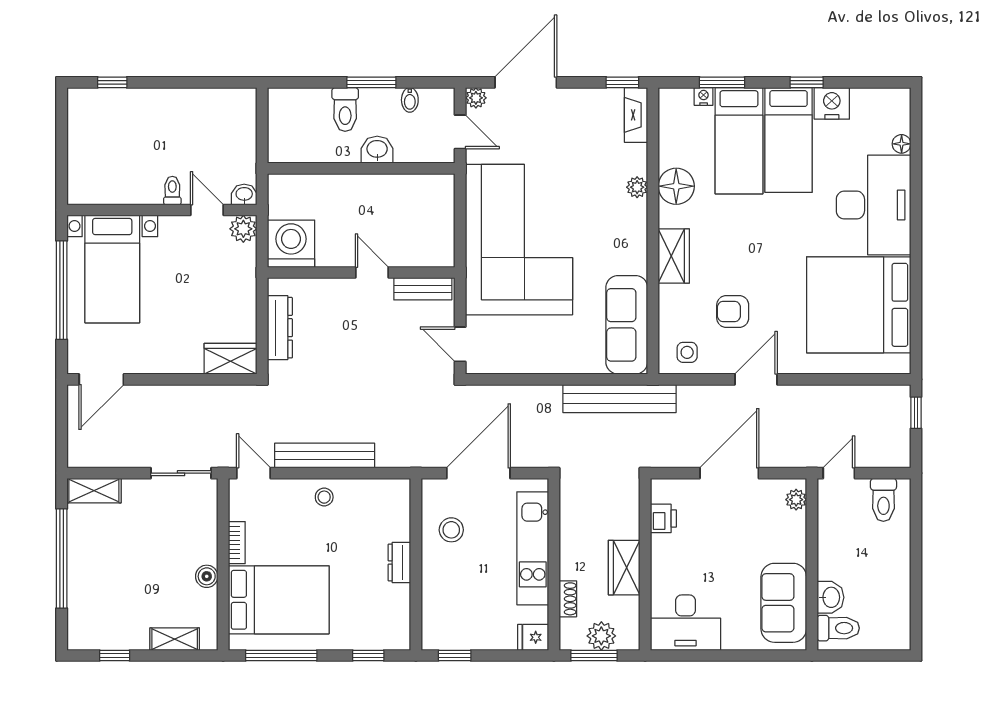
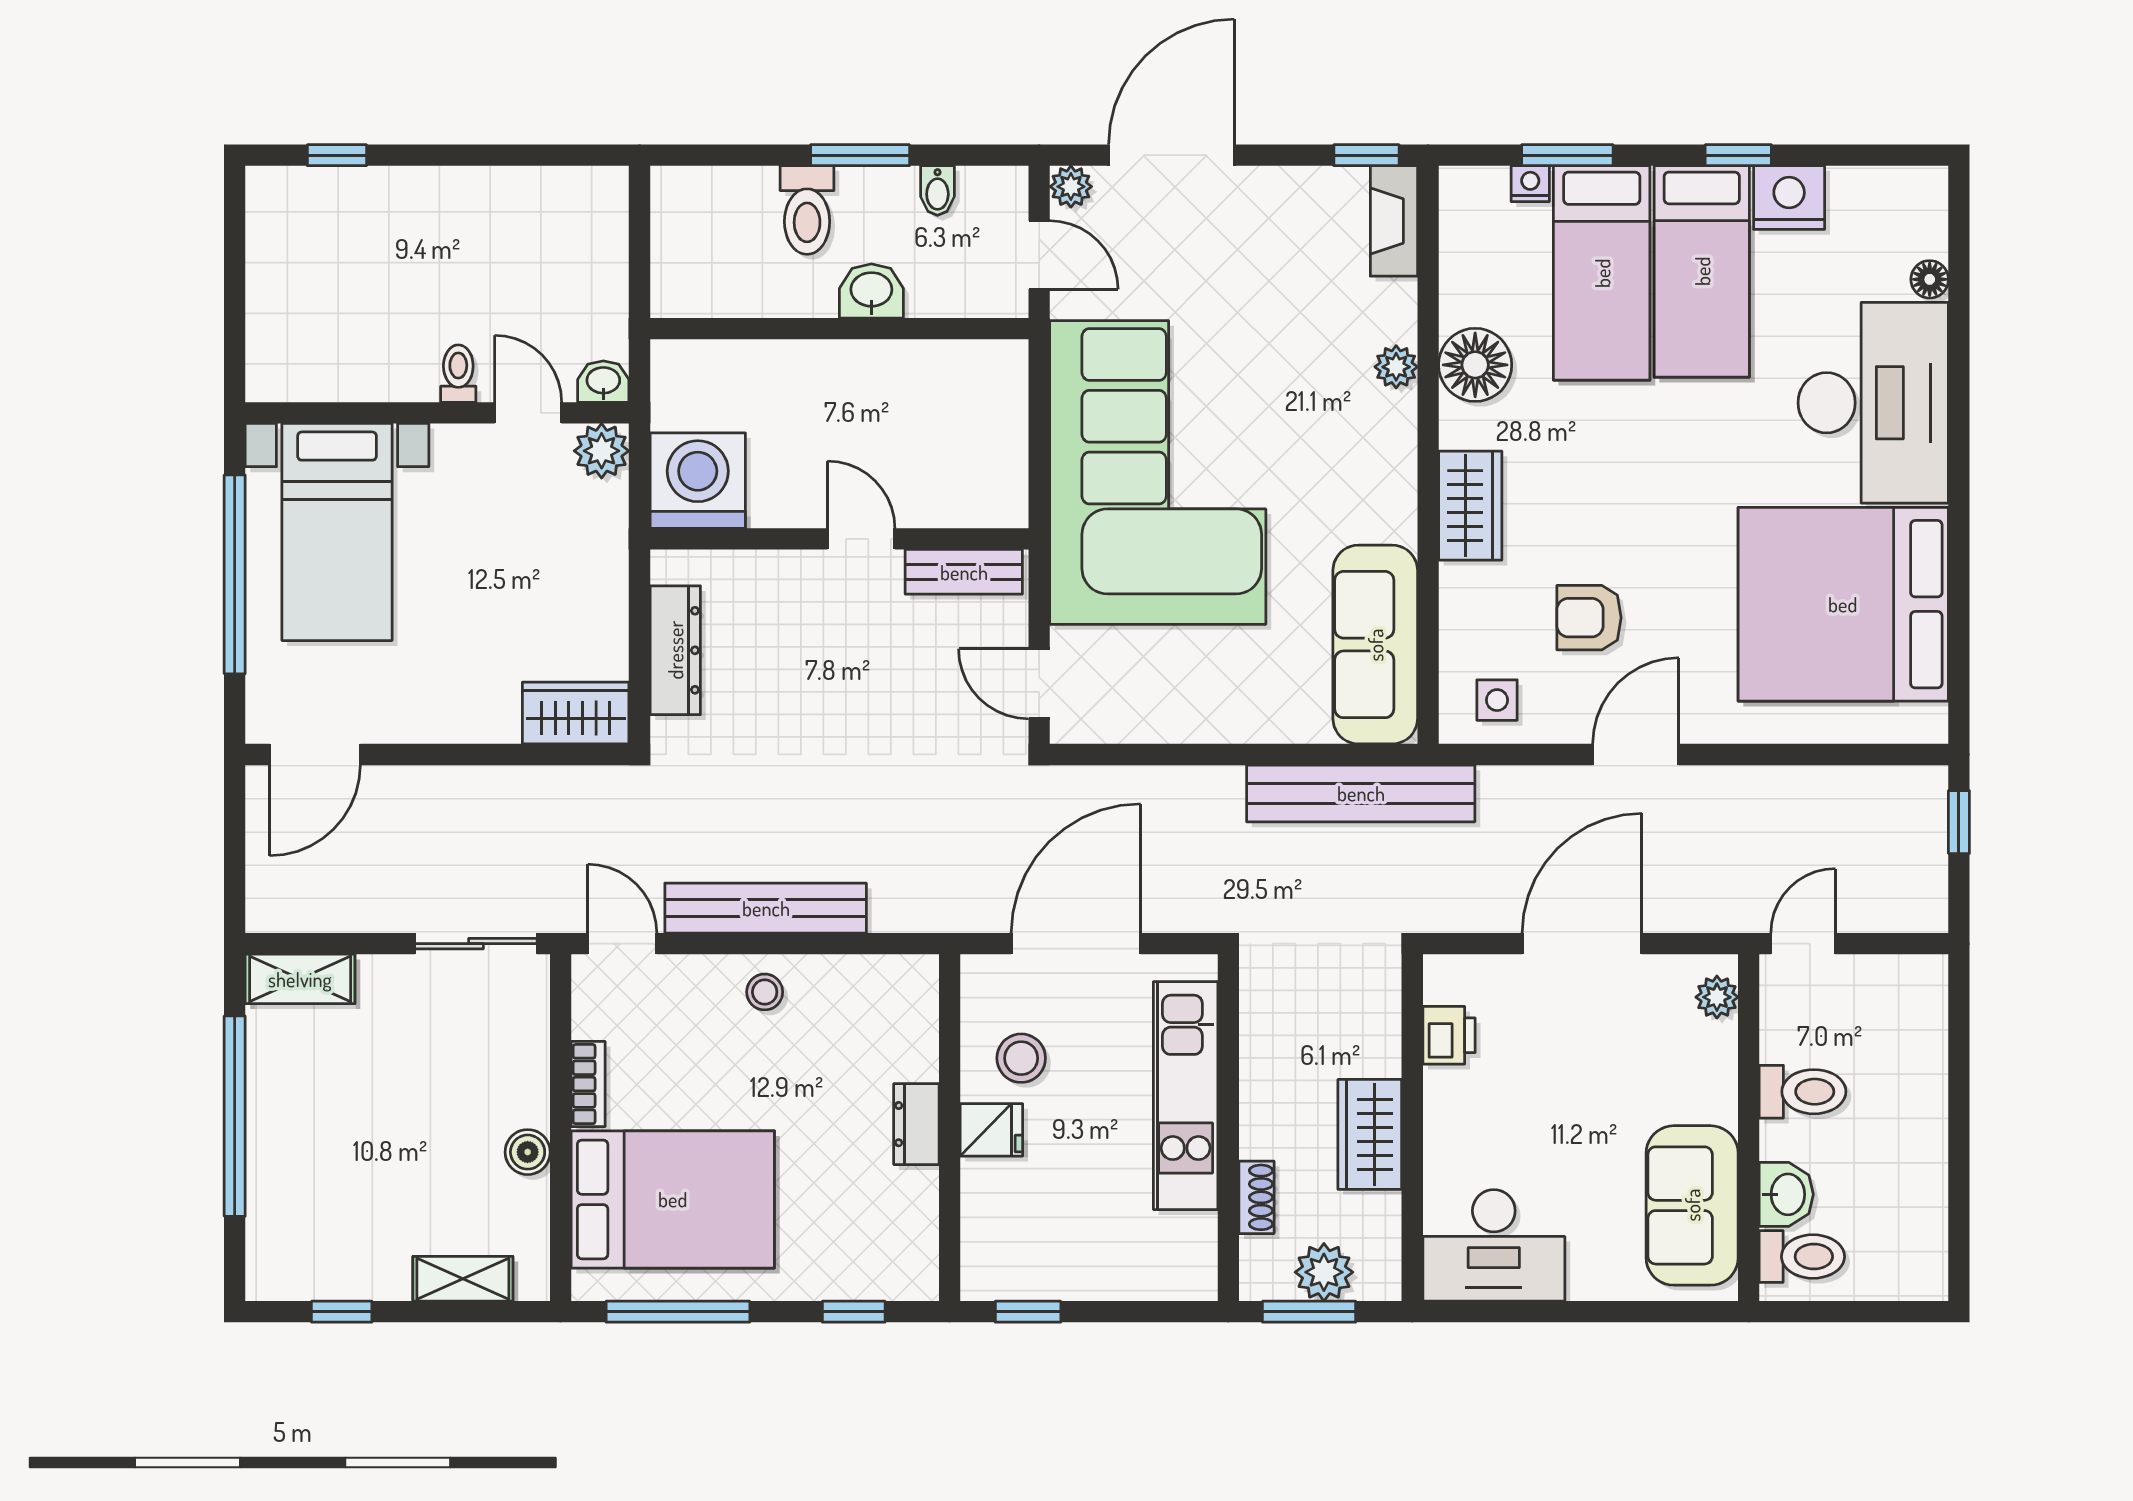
toilet: (883, 500) -> (1803, 1092), moved, turned -90
fridge: (533, 637) -> (991, 1130), moved, turned 180

